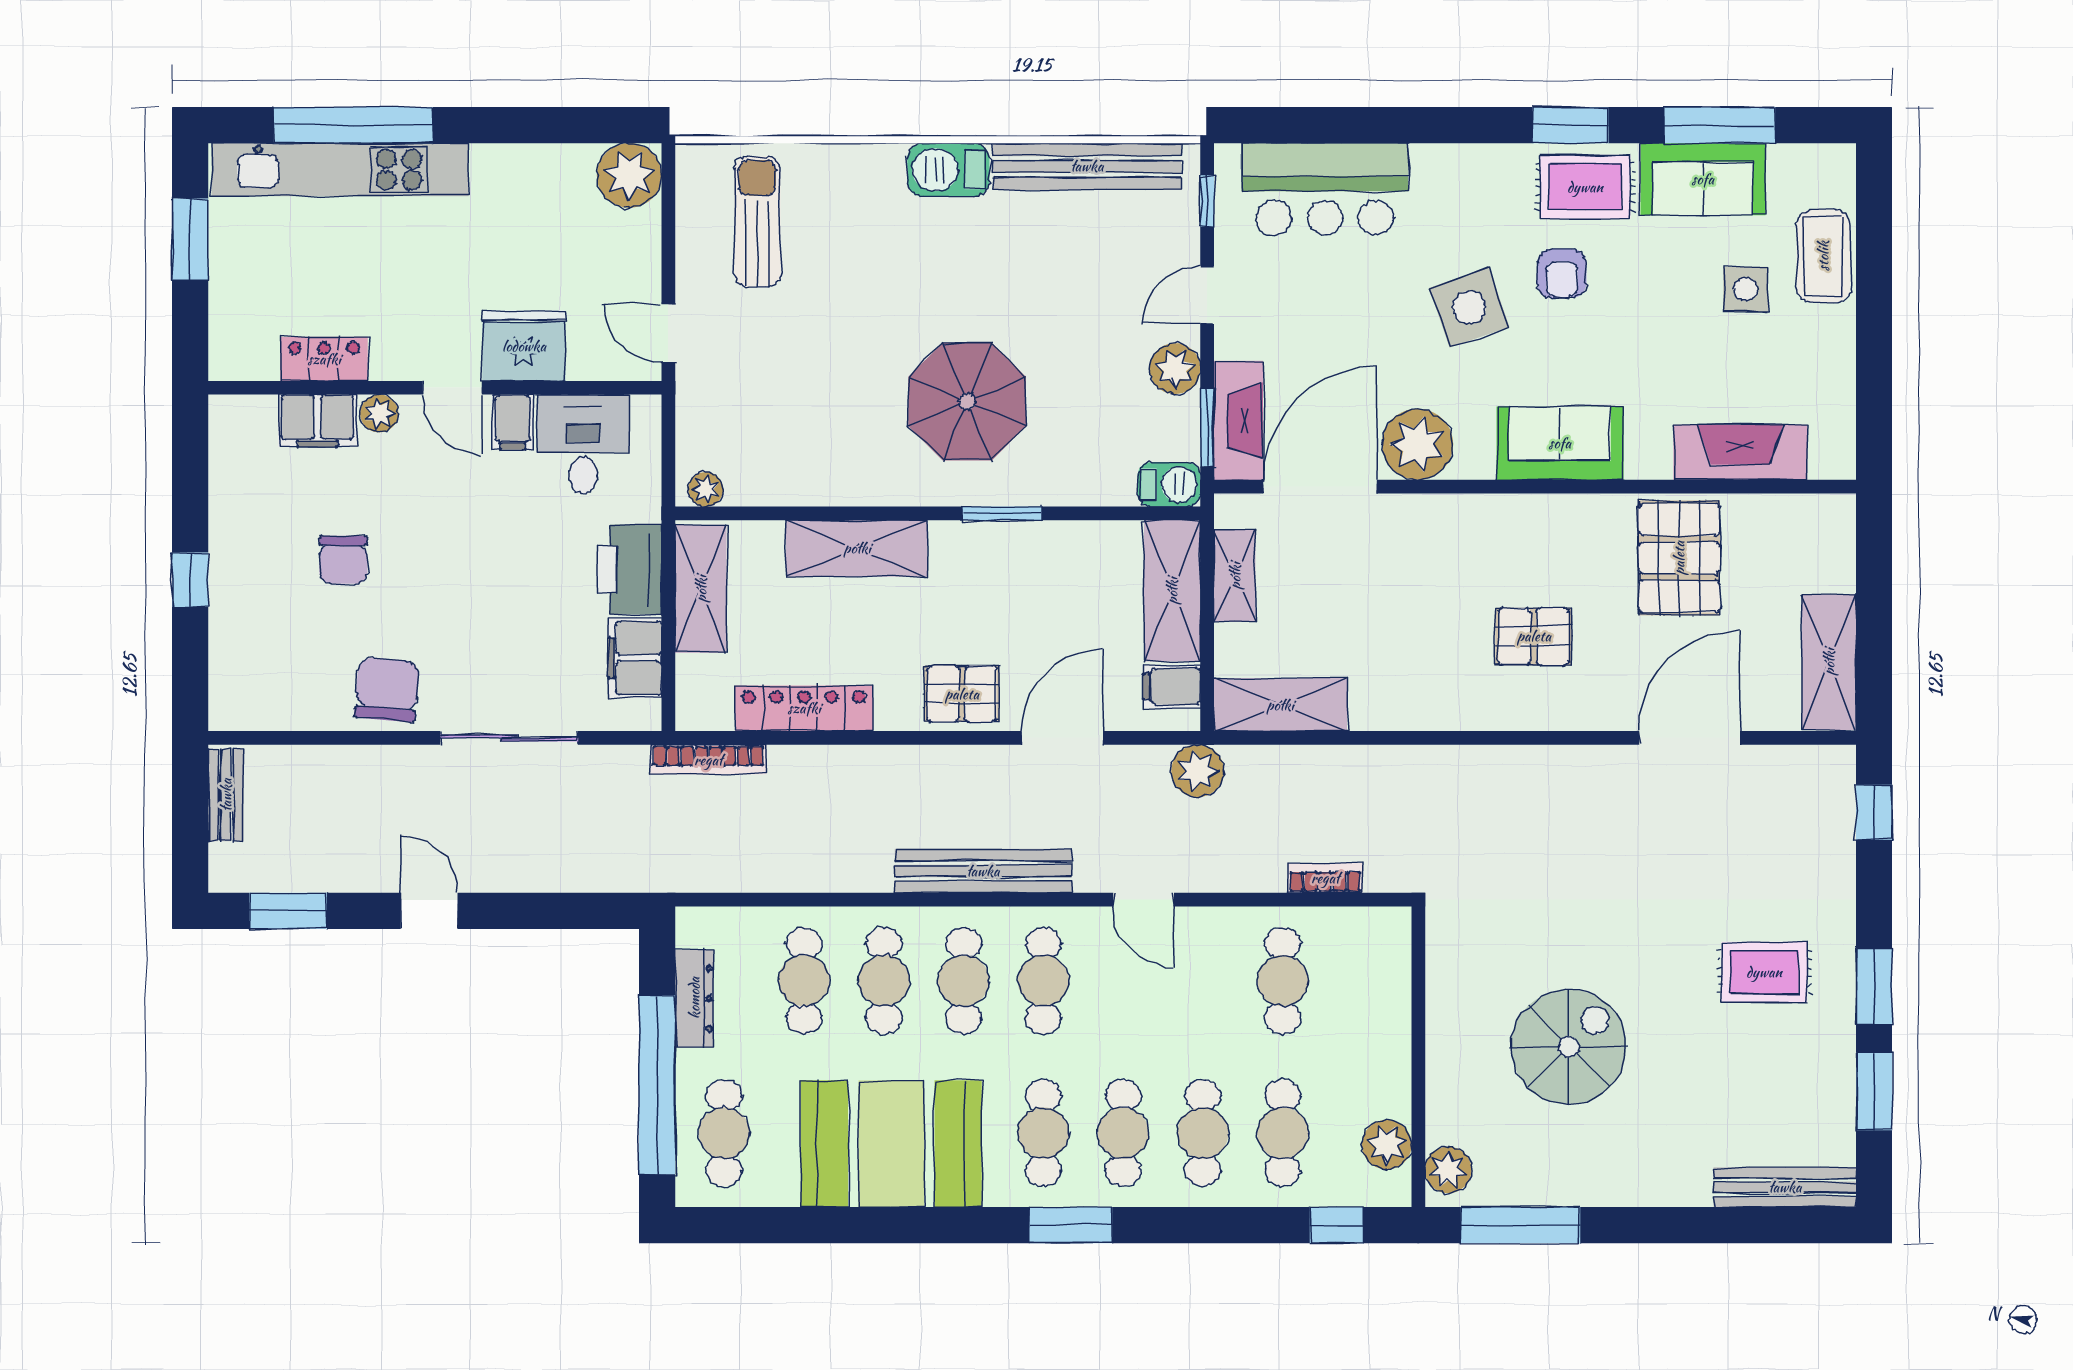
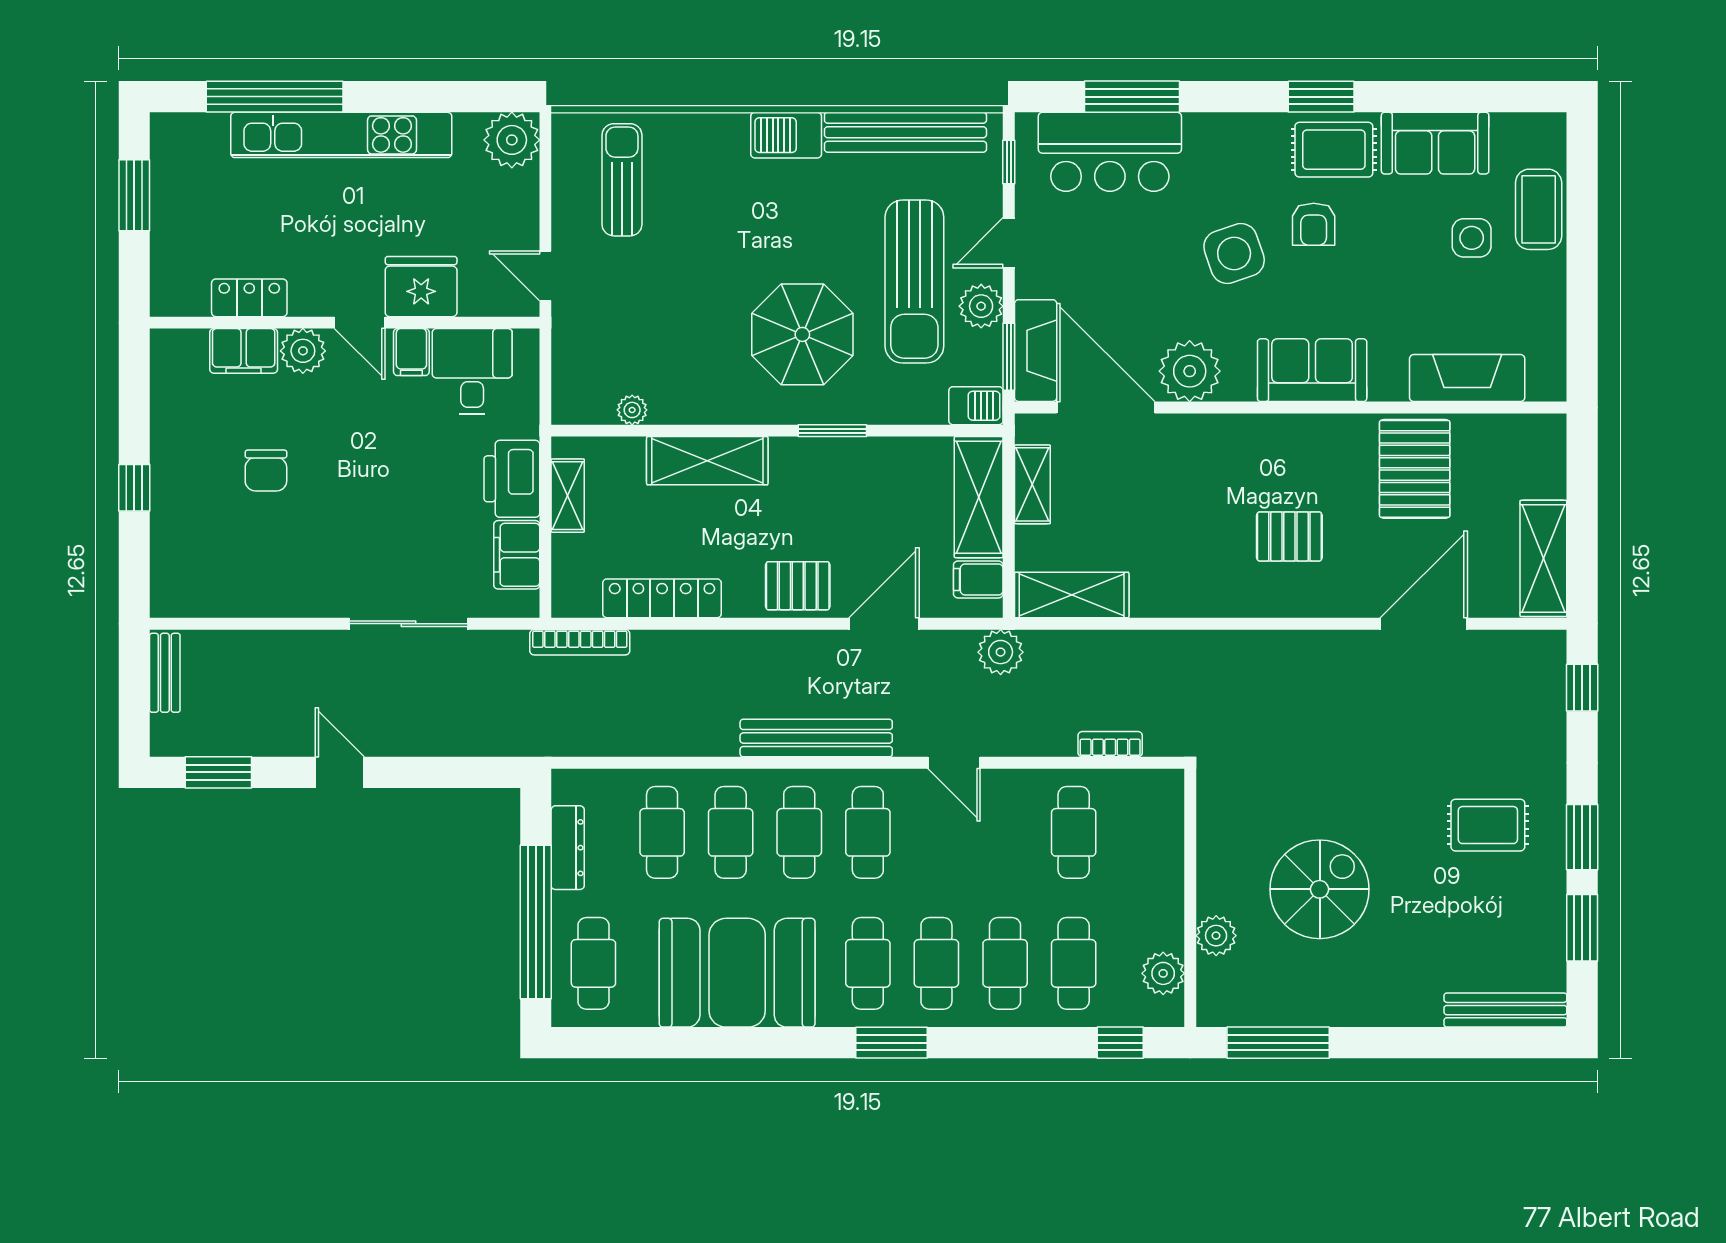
window: (1720, 125) -> (1132, 97), moved
kitchen unit: (340, 170) -> (341, 135), moved
sun lounger: (1097, 340) -> (914, 282), added
plant: (379, 413) -> (303, 351), width x1.38, depth x1.38
door: (1320, 487) -> (1106, 407), hinge flipped
plant: (706, 489) -> (632, 410), moved
shelving: (701, 589) -> (568, 496), width x0.67, depth x0.75
chair: (387, 690) -> (303, 582), removed
plant: (1448, 1170) -> (1216, 936), moved

